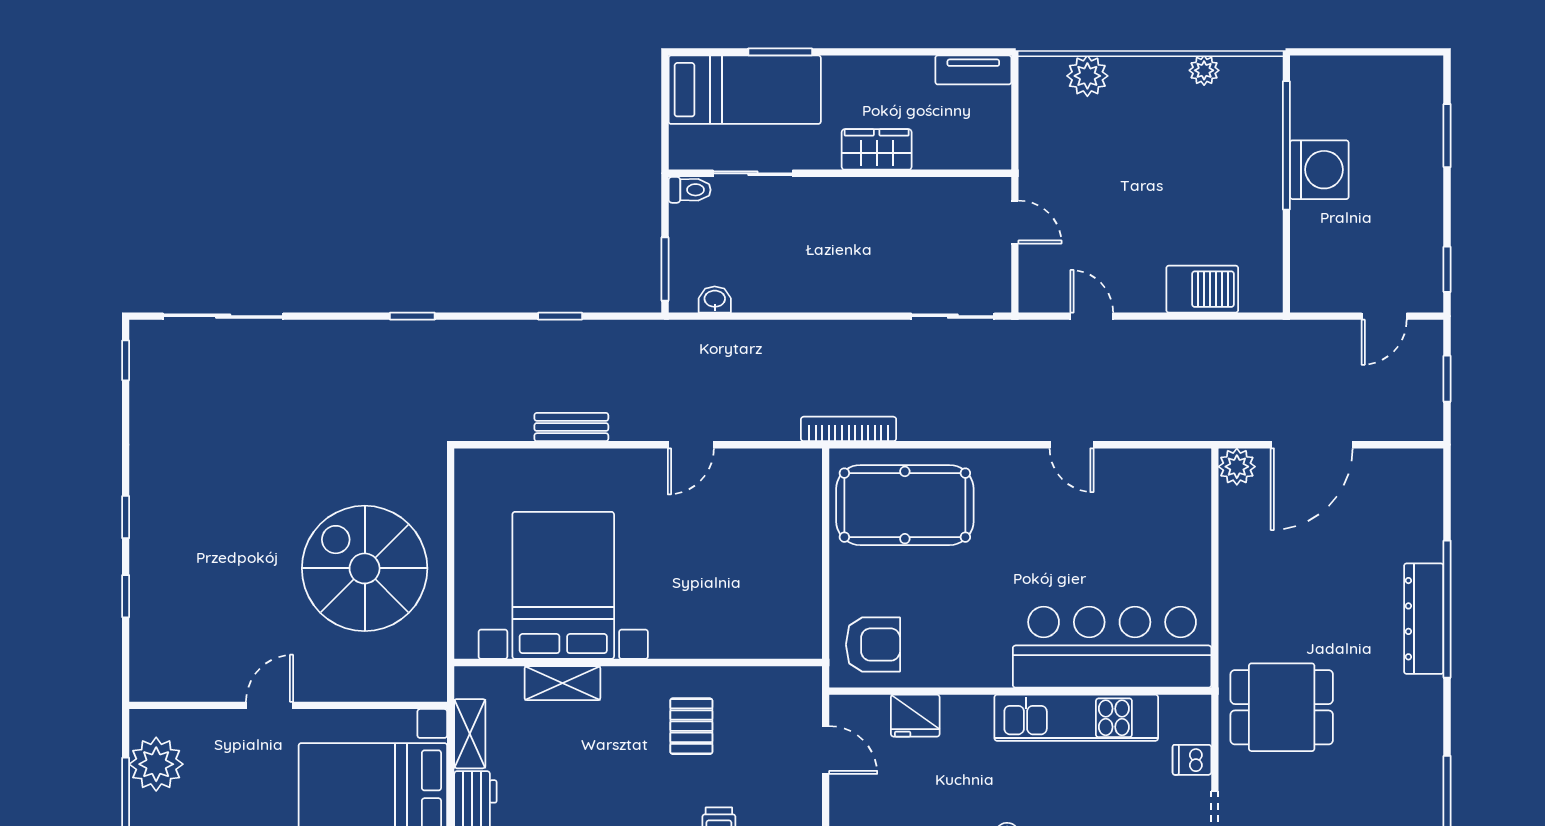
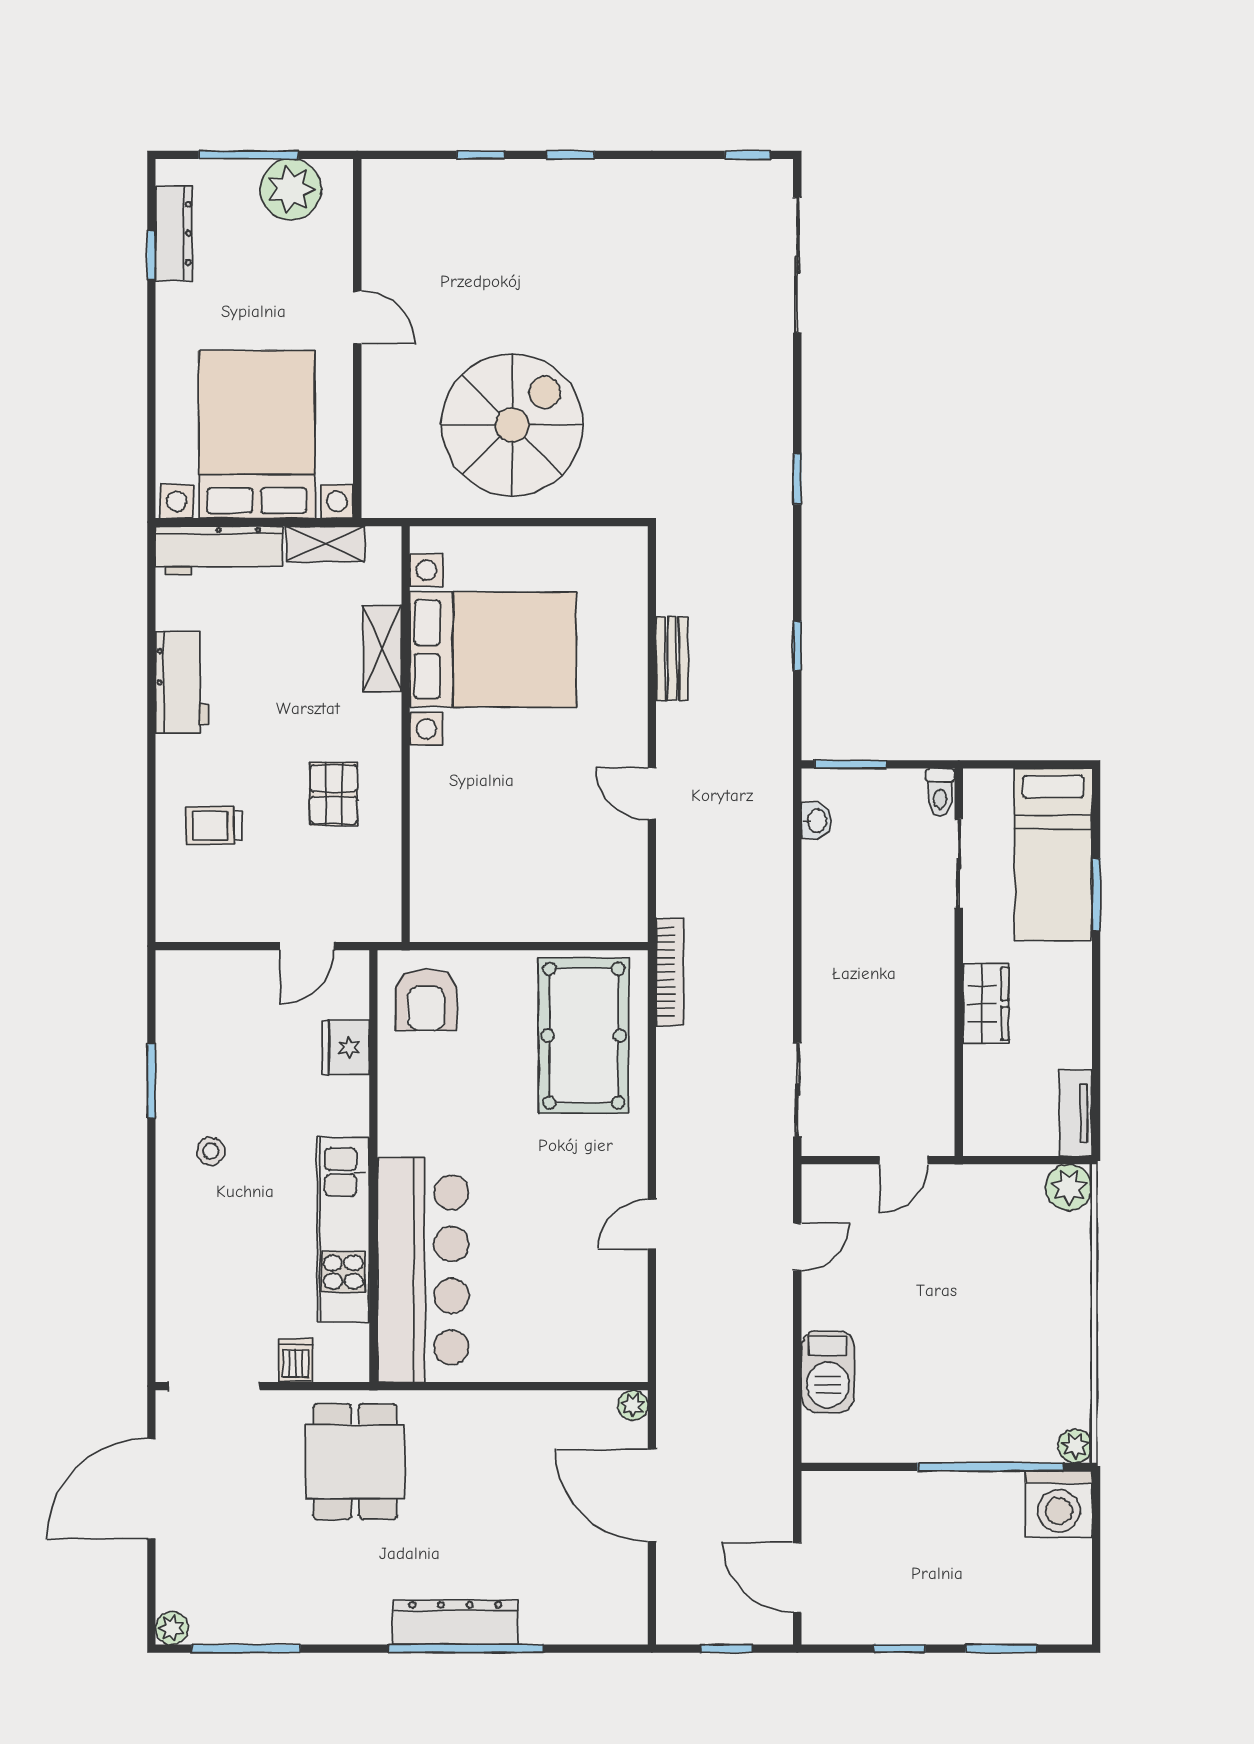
plant: (1204, 70) -> (1075, 1446), moved
plant: (1087, 76) -> (1069, 1187), moved
washing machine: (1319, 170) -> (1059, 1504), moved
window: (1447, 269) -> (900, 1649), moved
door: (1384, 316) -> (797, 1577), width x1.38
plant: (1237, 467) -> (633, 1405), width x0.73, depth x0.73
pallet: (691, 726) -> (334, 794), turned 90

